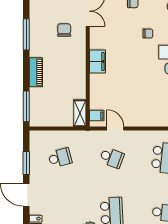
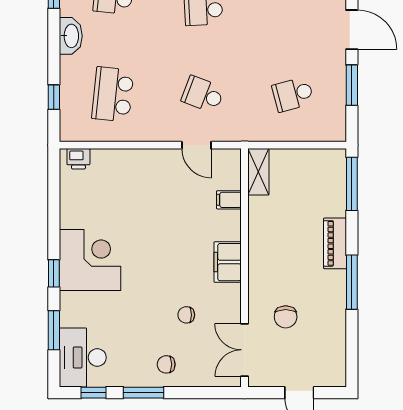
window: (26, 34) -> (352, 282), moved
chair: (148, 34) -> (186, 315), moved
filing cabinet: (97, 116) -> (229, 200), moved

